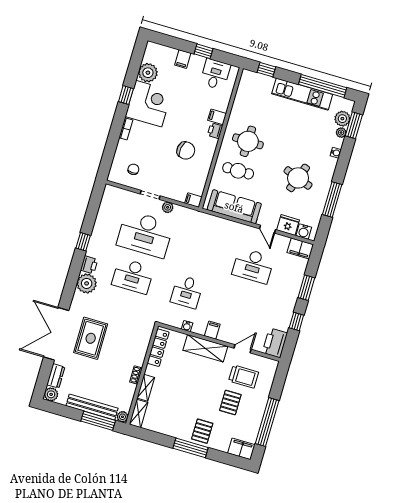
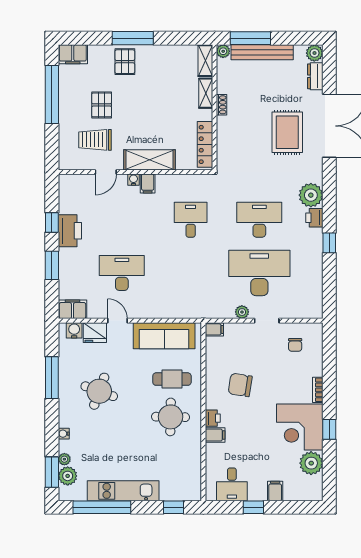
water cooler: (187, 326) -> (133, 180), moved
printer: (275, 343) -> (70, 231), moved

